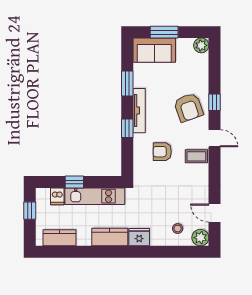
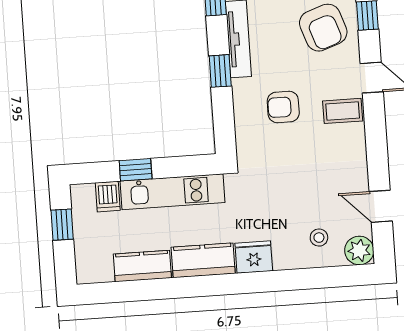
kitchen counter: (60, 238) -> (142, 266), moved

